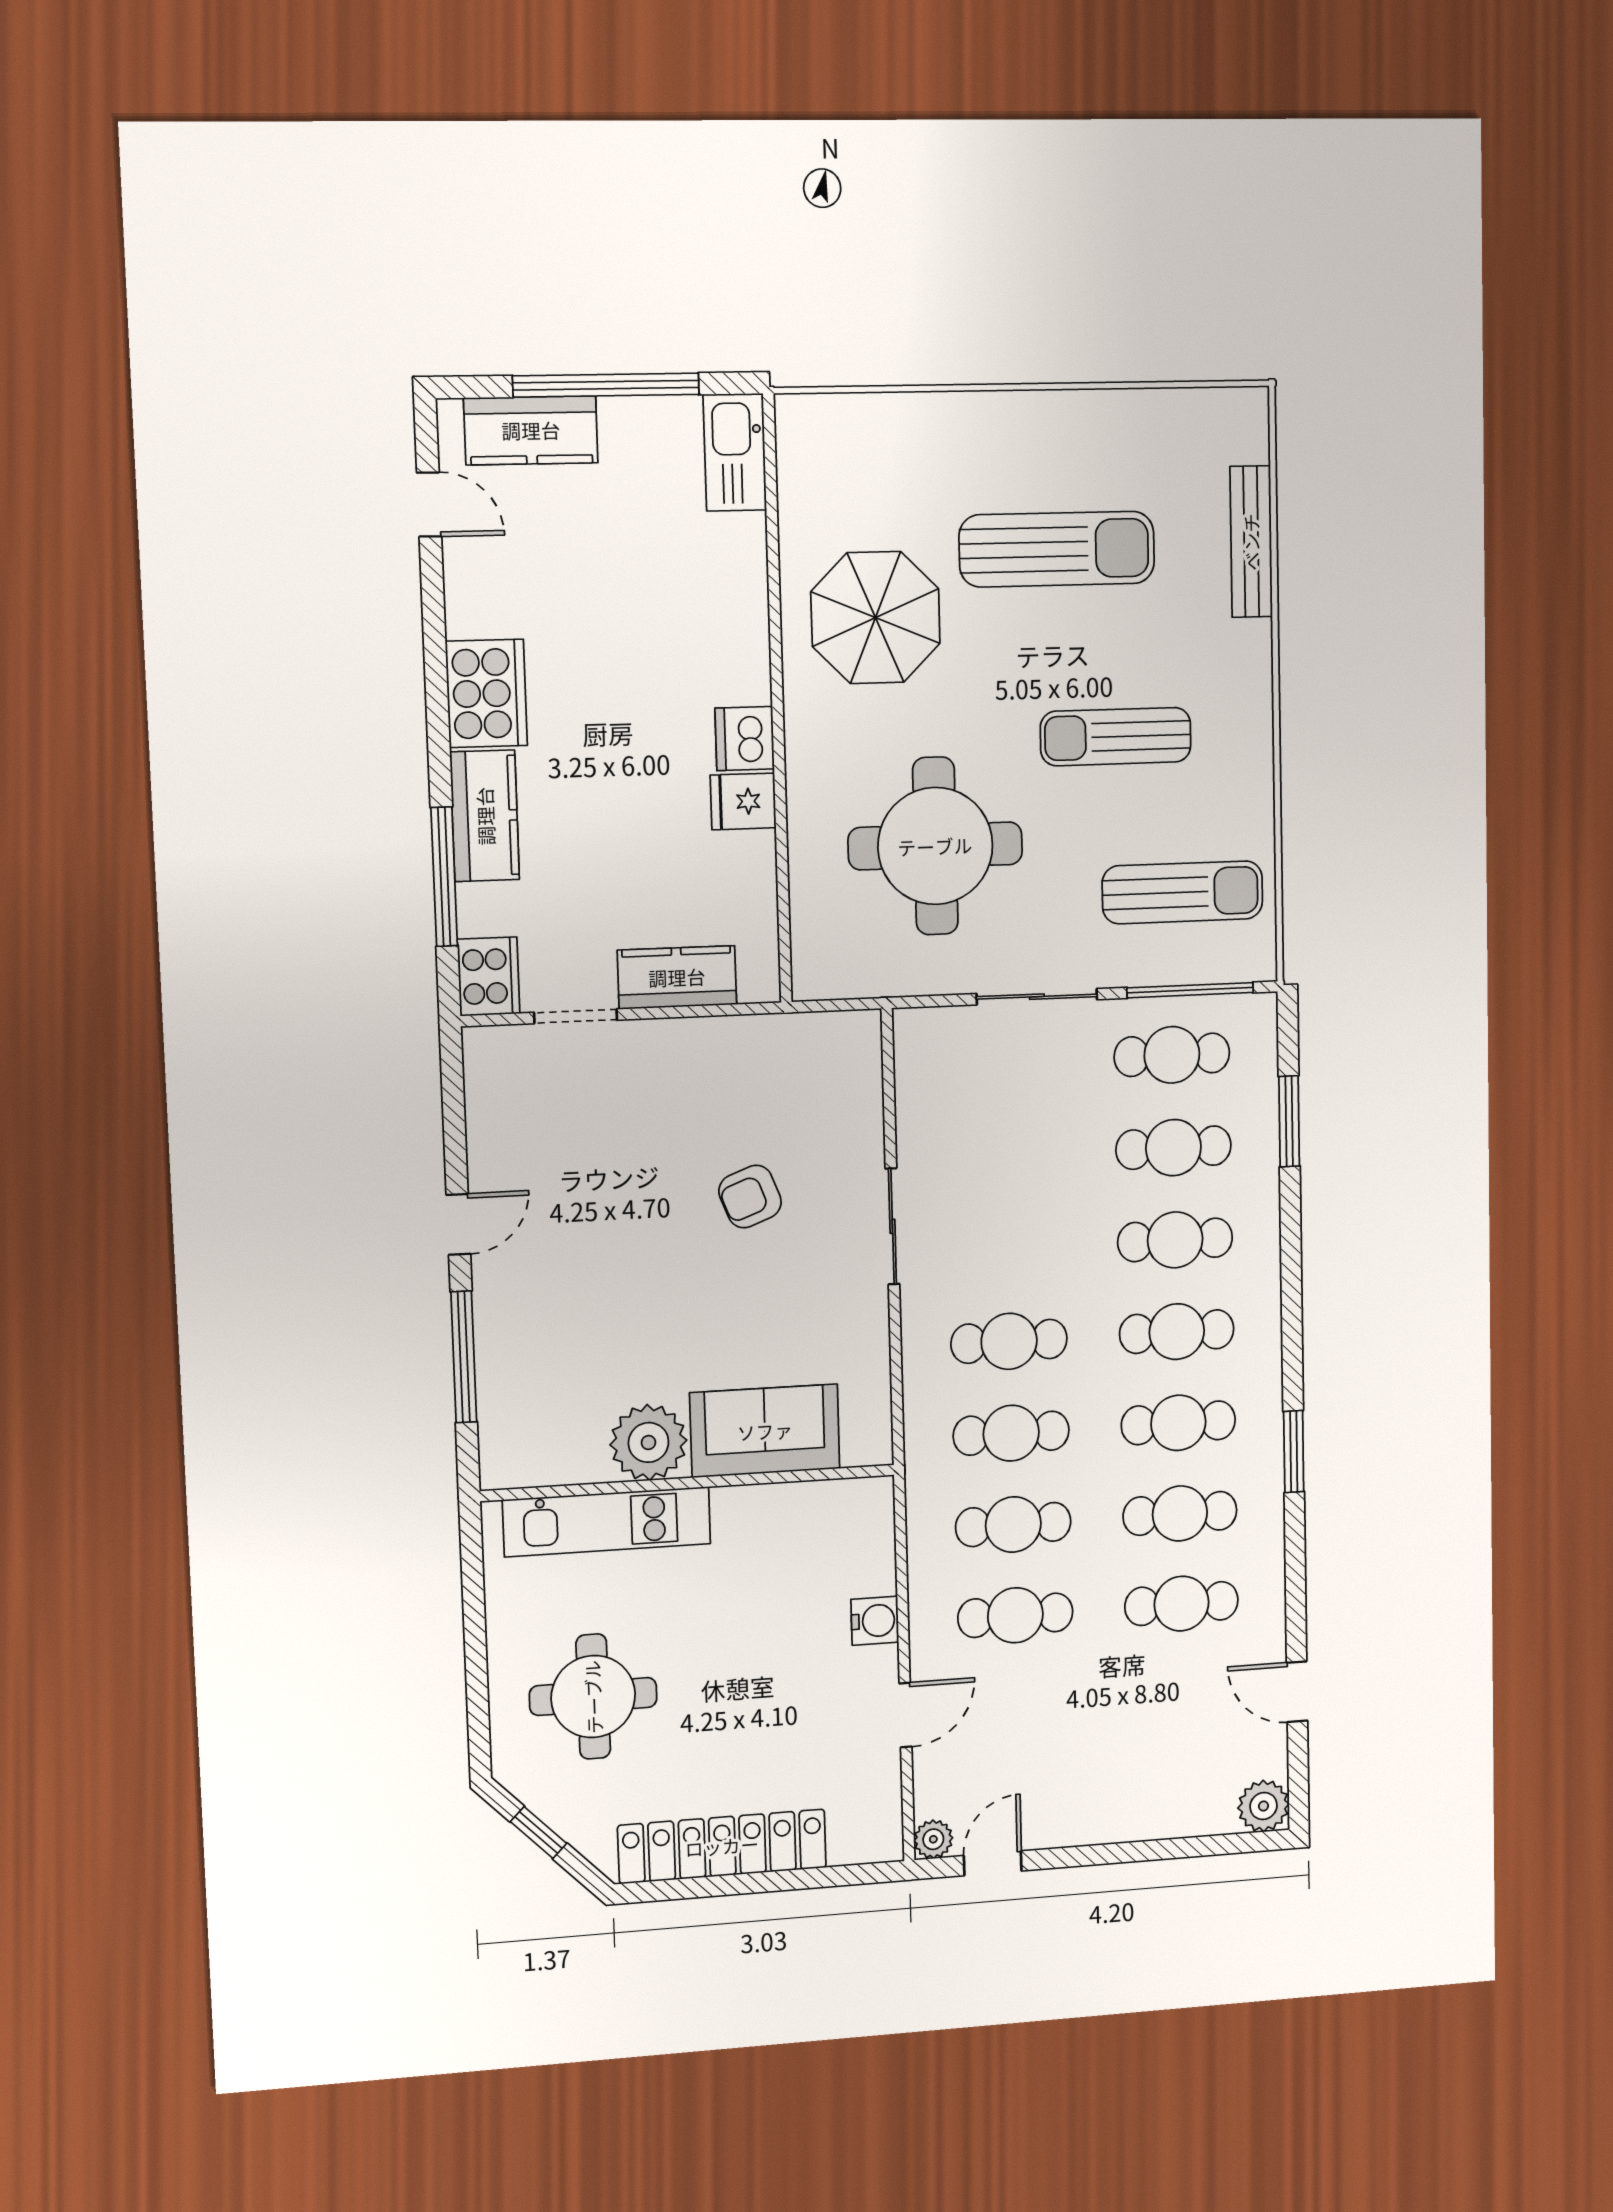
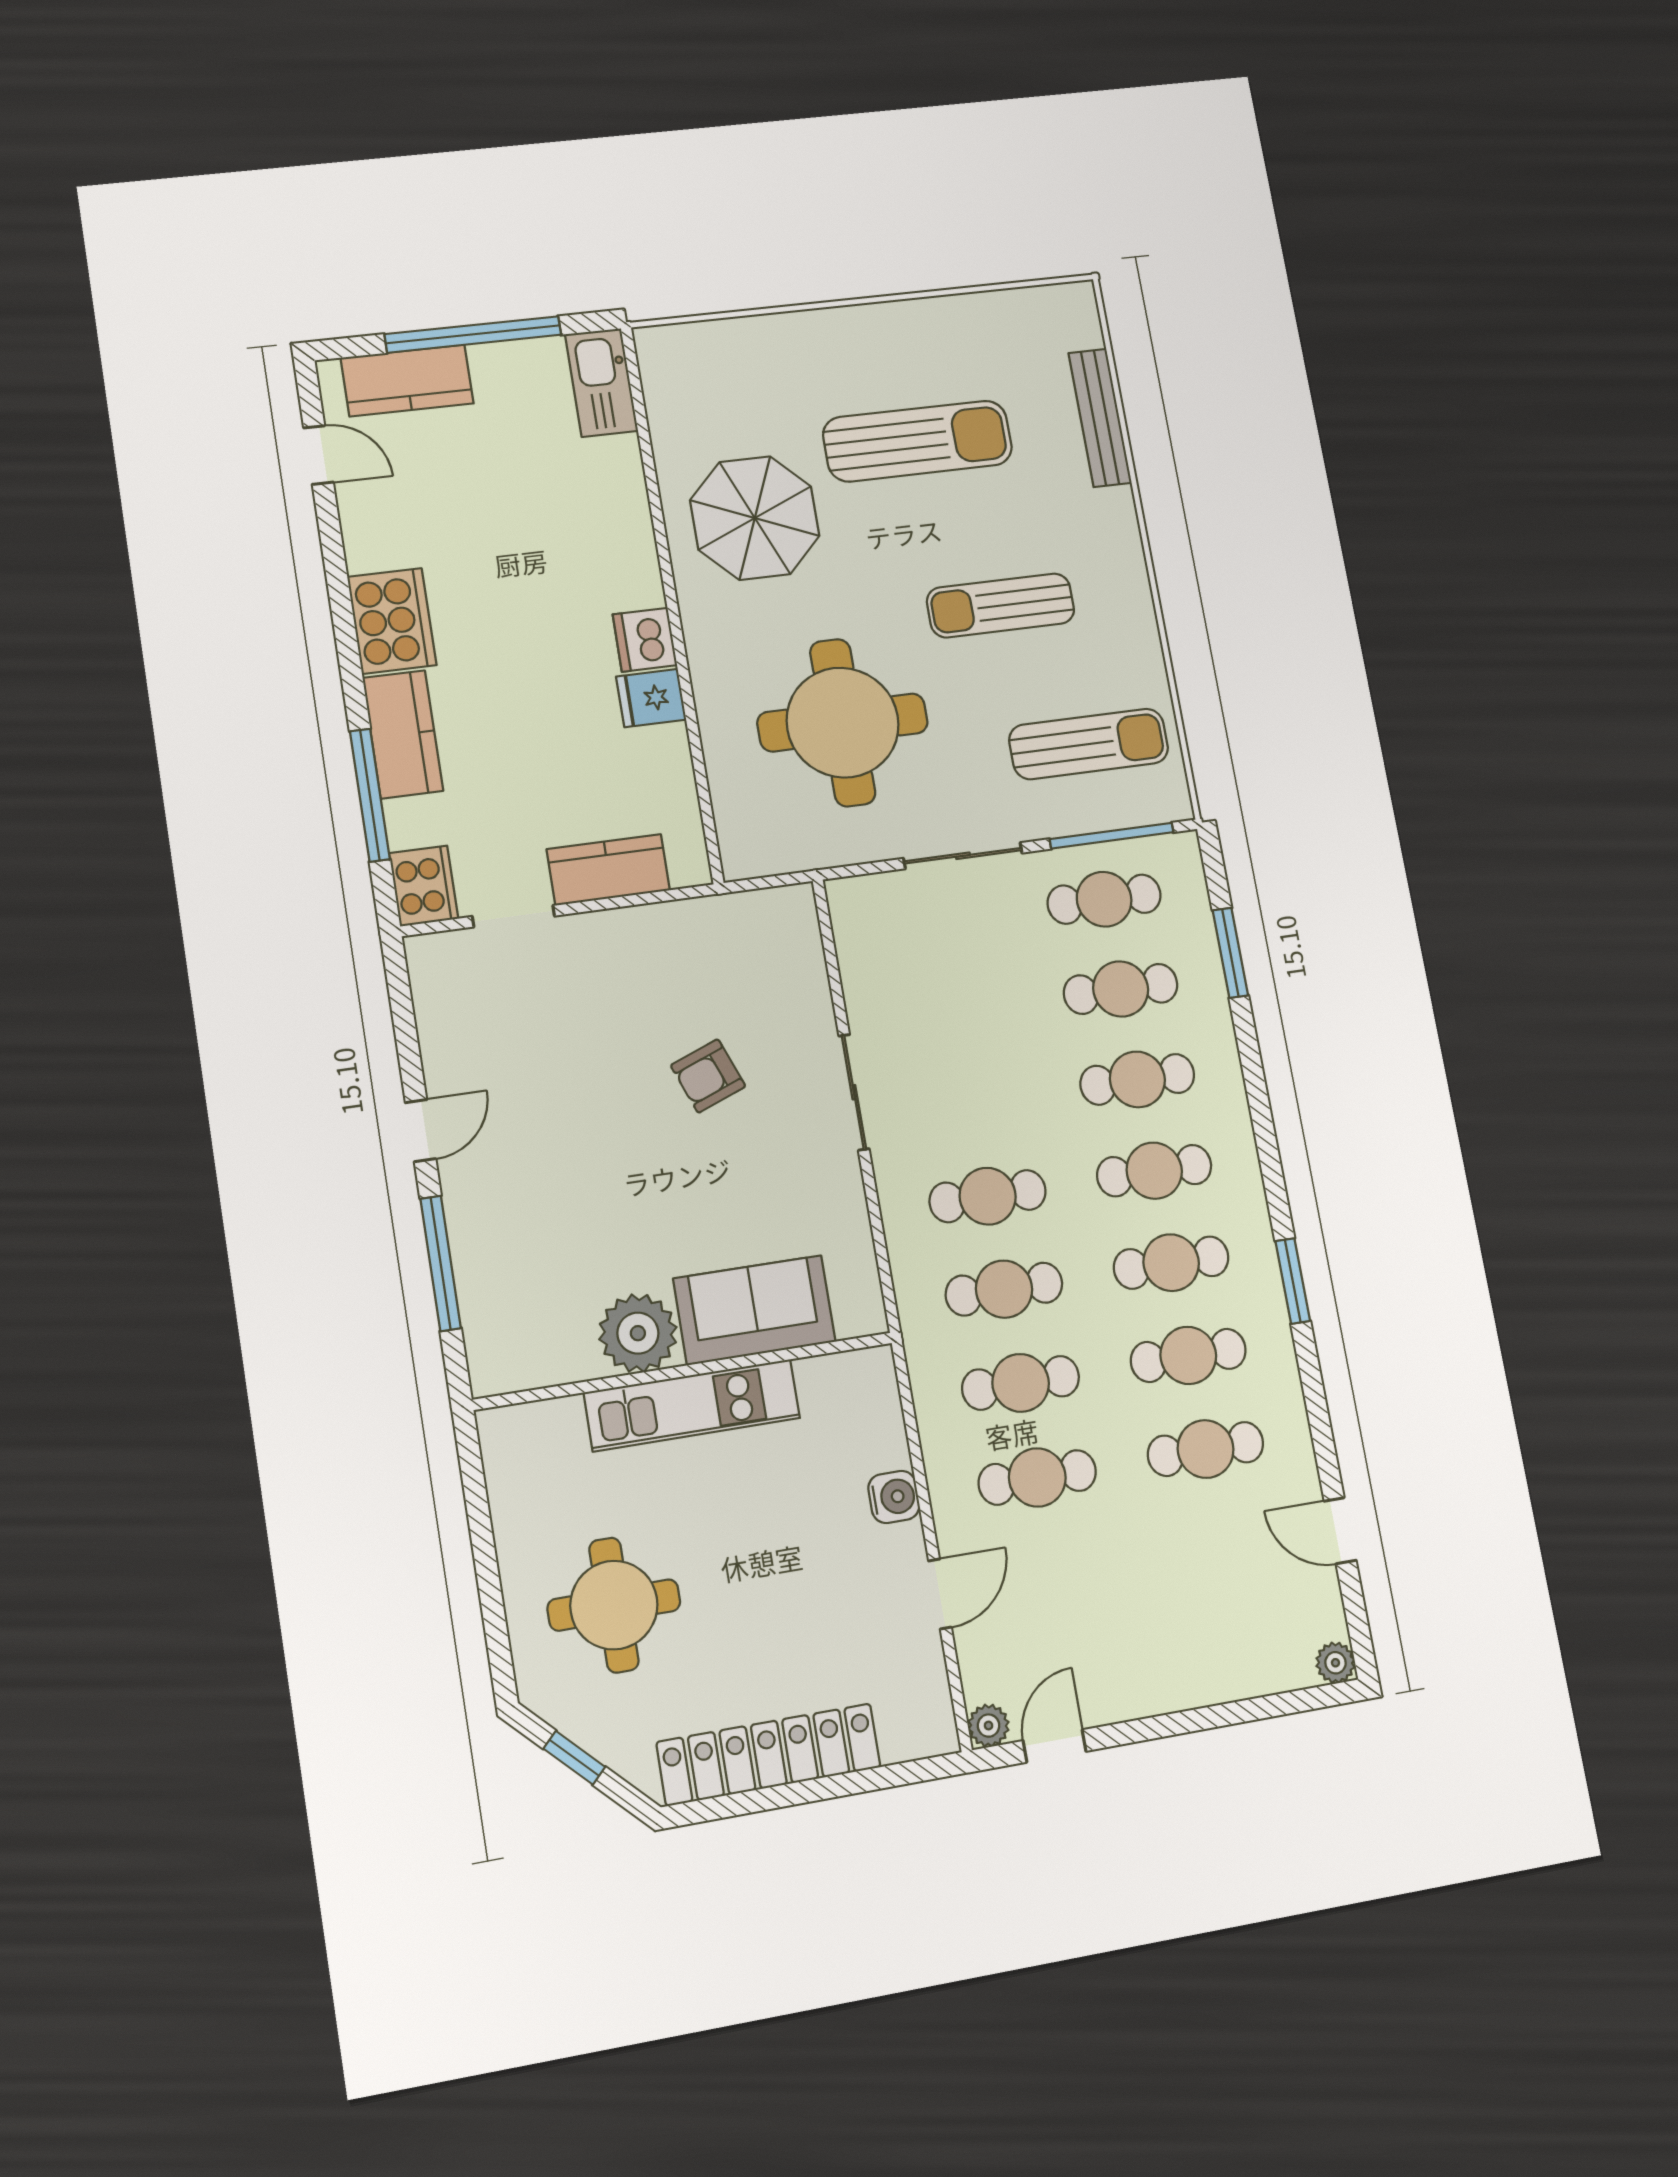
kitchen unit: (607, 1522) -> (692, 1405), moved
plant: (1264, 1806) -> (1335, 1663), width x0.73, depth x0.73

